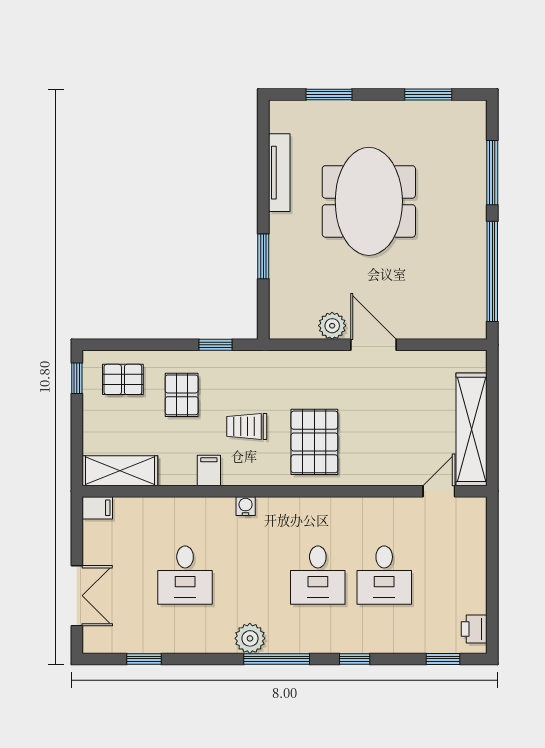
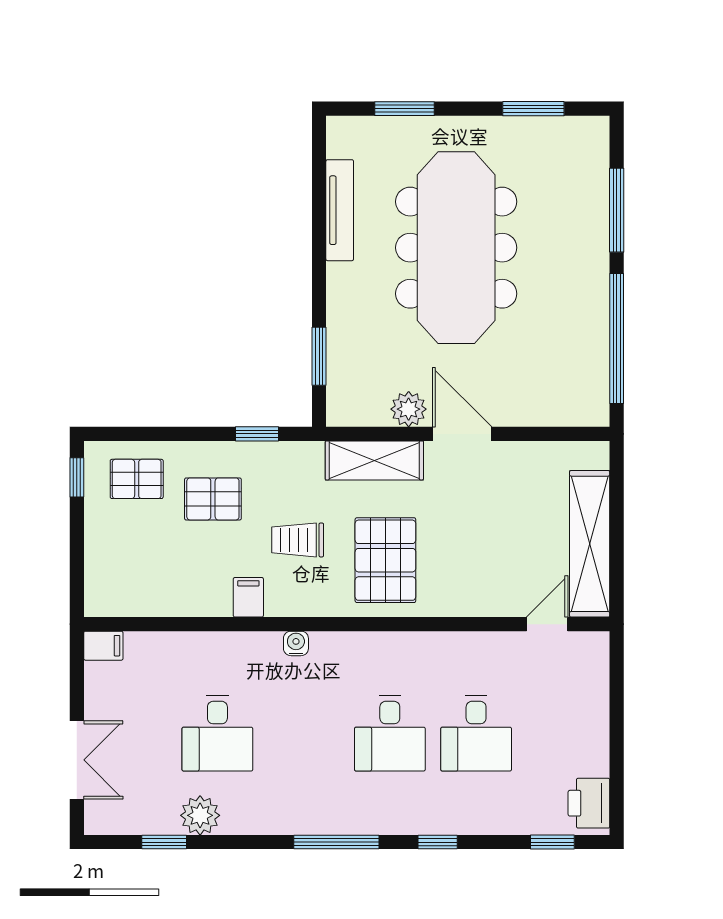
meeting table: (369, 201) -> (456, 248), width x1.36
window: (263, 256) -> (319, 356), moved
pallet: (182, 395) -> (213, 499), turned 90
shelving: (120, 471) -> (374, 460), moved
printer: (474, 629) -> (589, 803), width x1.36, depth x1.24
plant: (250, 638) -> (200, 815), moved

